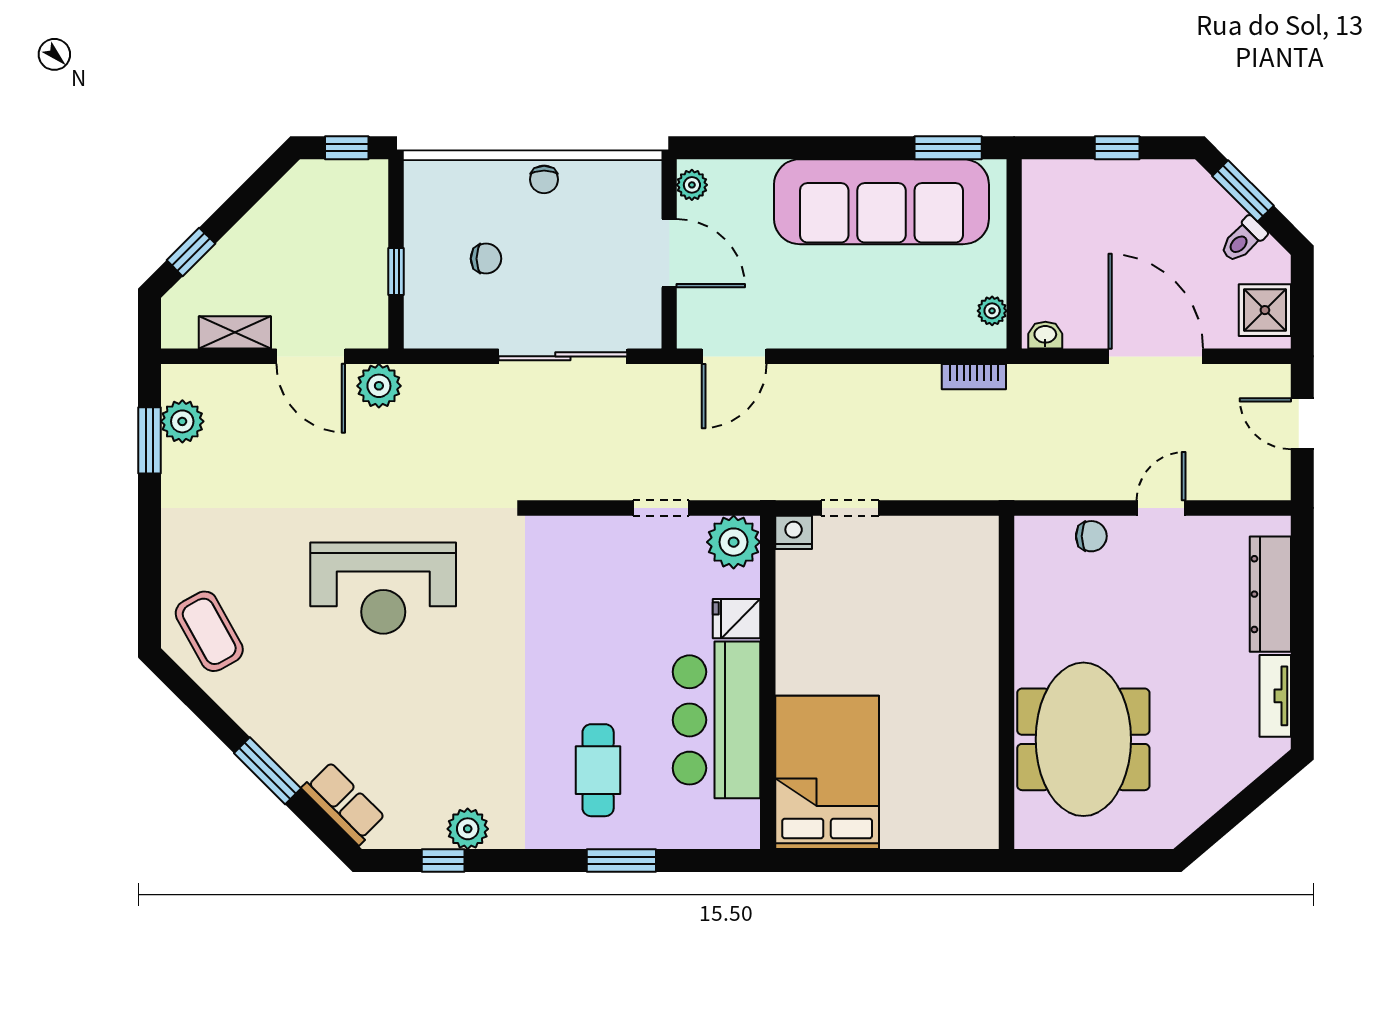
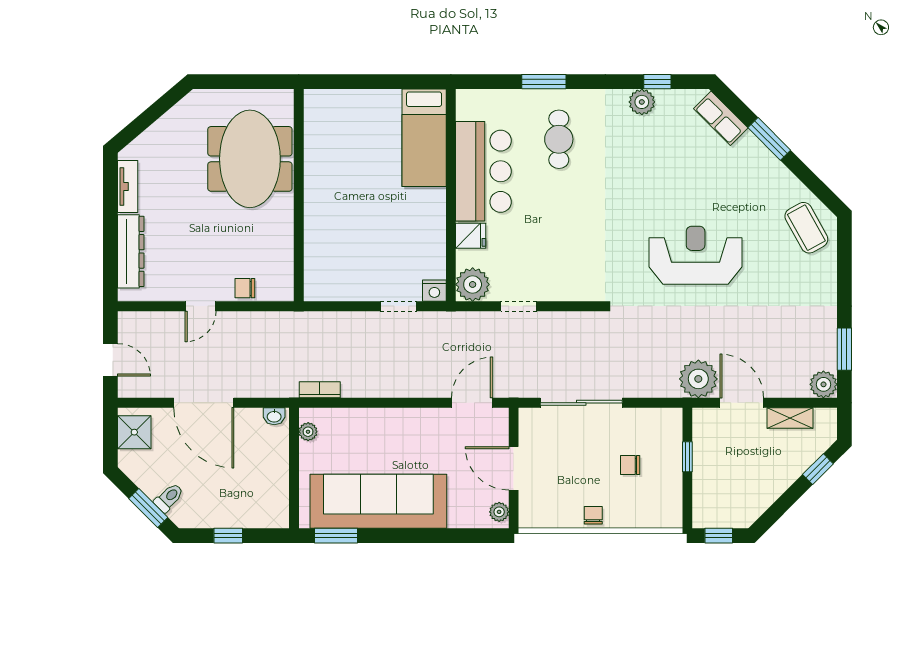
toilet: (1243, 240) -> (169, 498), moved
plant: (379, 386) -> (698, 379), width x1.36, depth x1.36
plant: (182, 421) -> (823, 384), moved
bed: (827, 772) -> (424, 138), width x0.67

